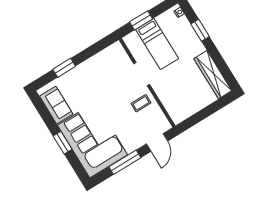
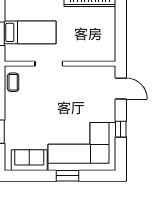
coffee table: (141, 103) -> (13, 82), moved
window: (125, 162) -> (121, 129), width x0.46

